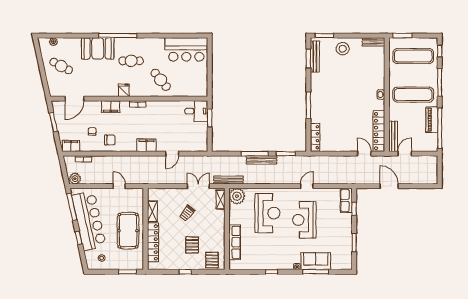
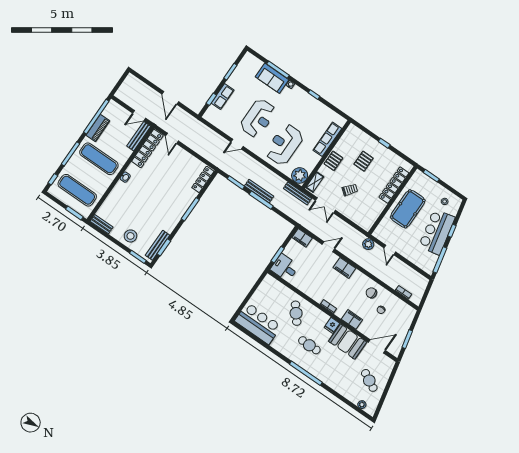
booth: (98, 48) -> (348, 342), moved
filing cabinet: (71, 146) -> (302, 238), moved
plant: (75, 179) -> (368, 244), moved
row of seats: (346, 200) -> (223, 97), moved
shelving: (152, 211) -> (377, 211), removed
bar counter: (89, 221) -> (437, 232), width x0.73
pallet: (212, 260) -> (333, 161), moved

